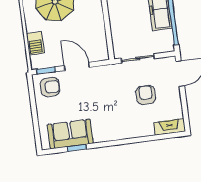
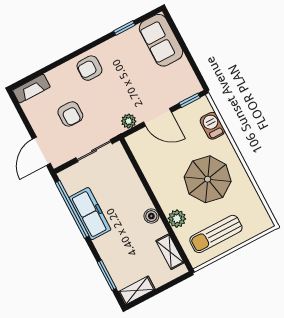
plant: (101, 72) -> (129, 121), added
armchair: (50, 87) -> (89, 68), moved
sofa: (70, 134) -> (161, 40), moved, turned 90

